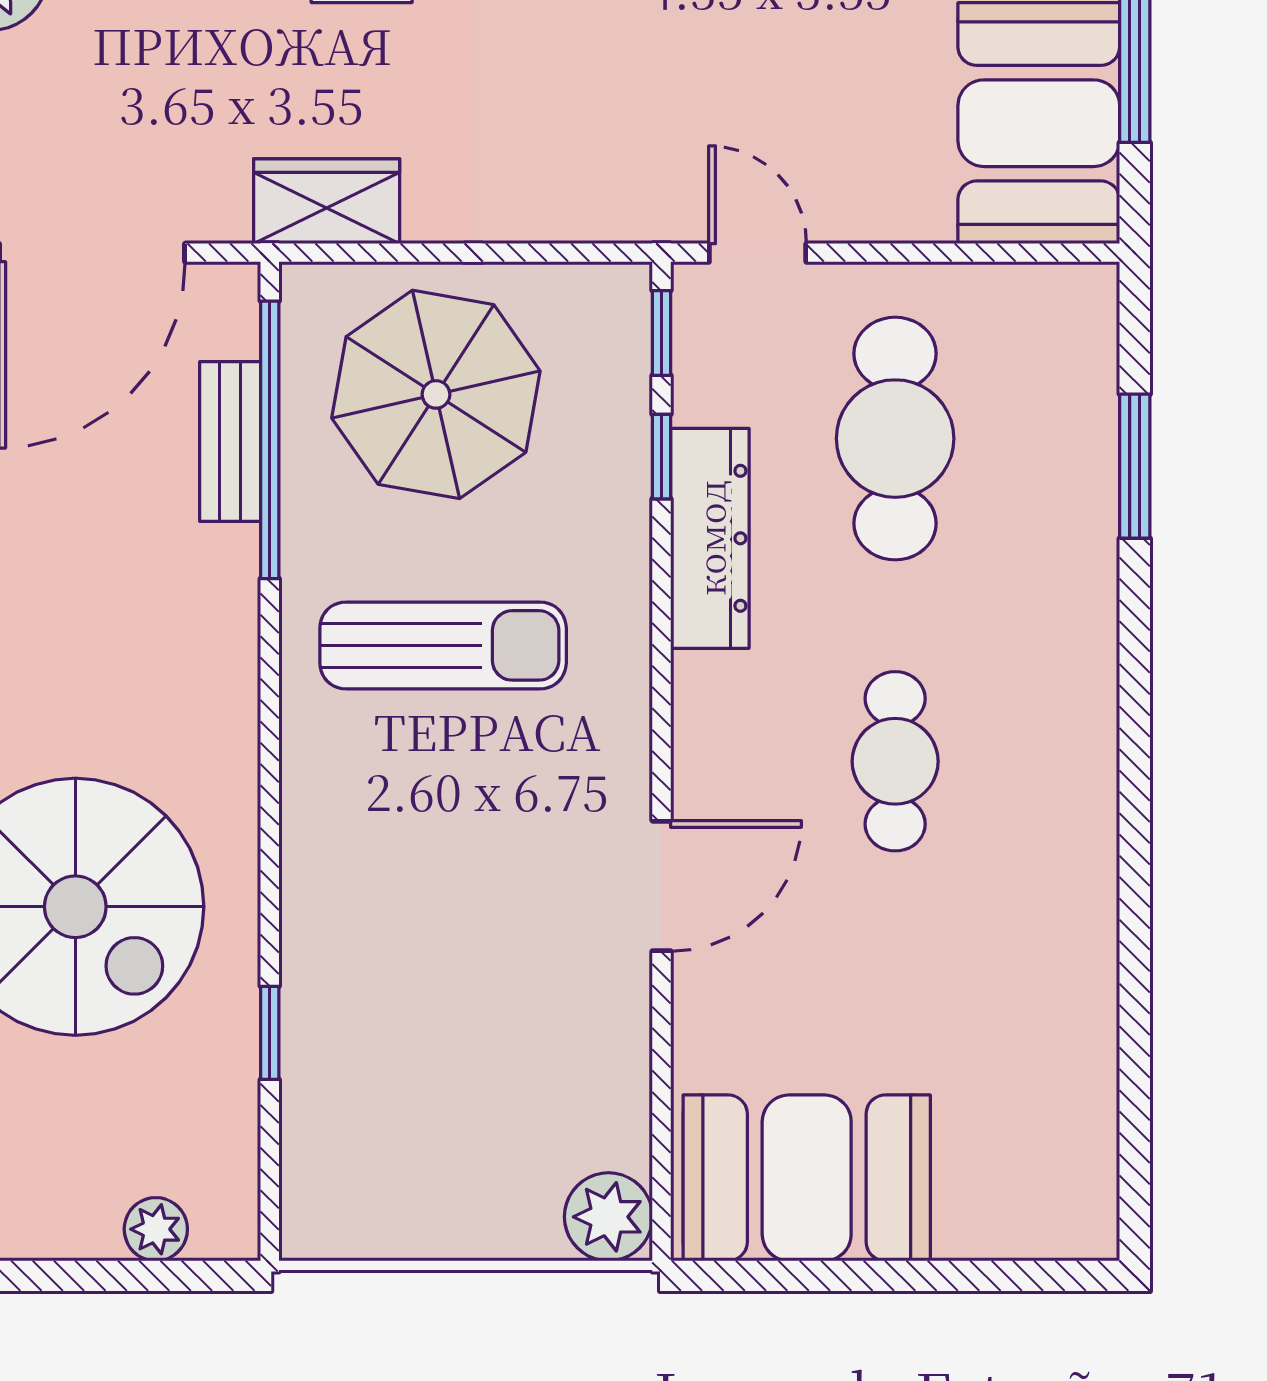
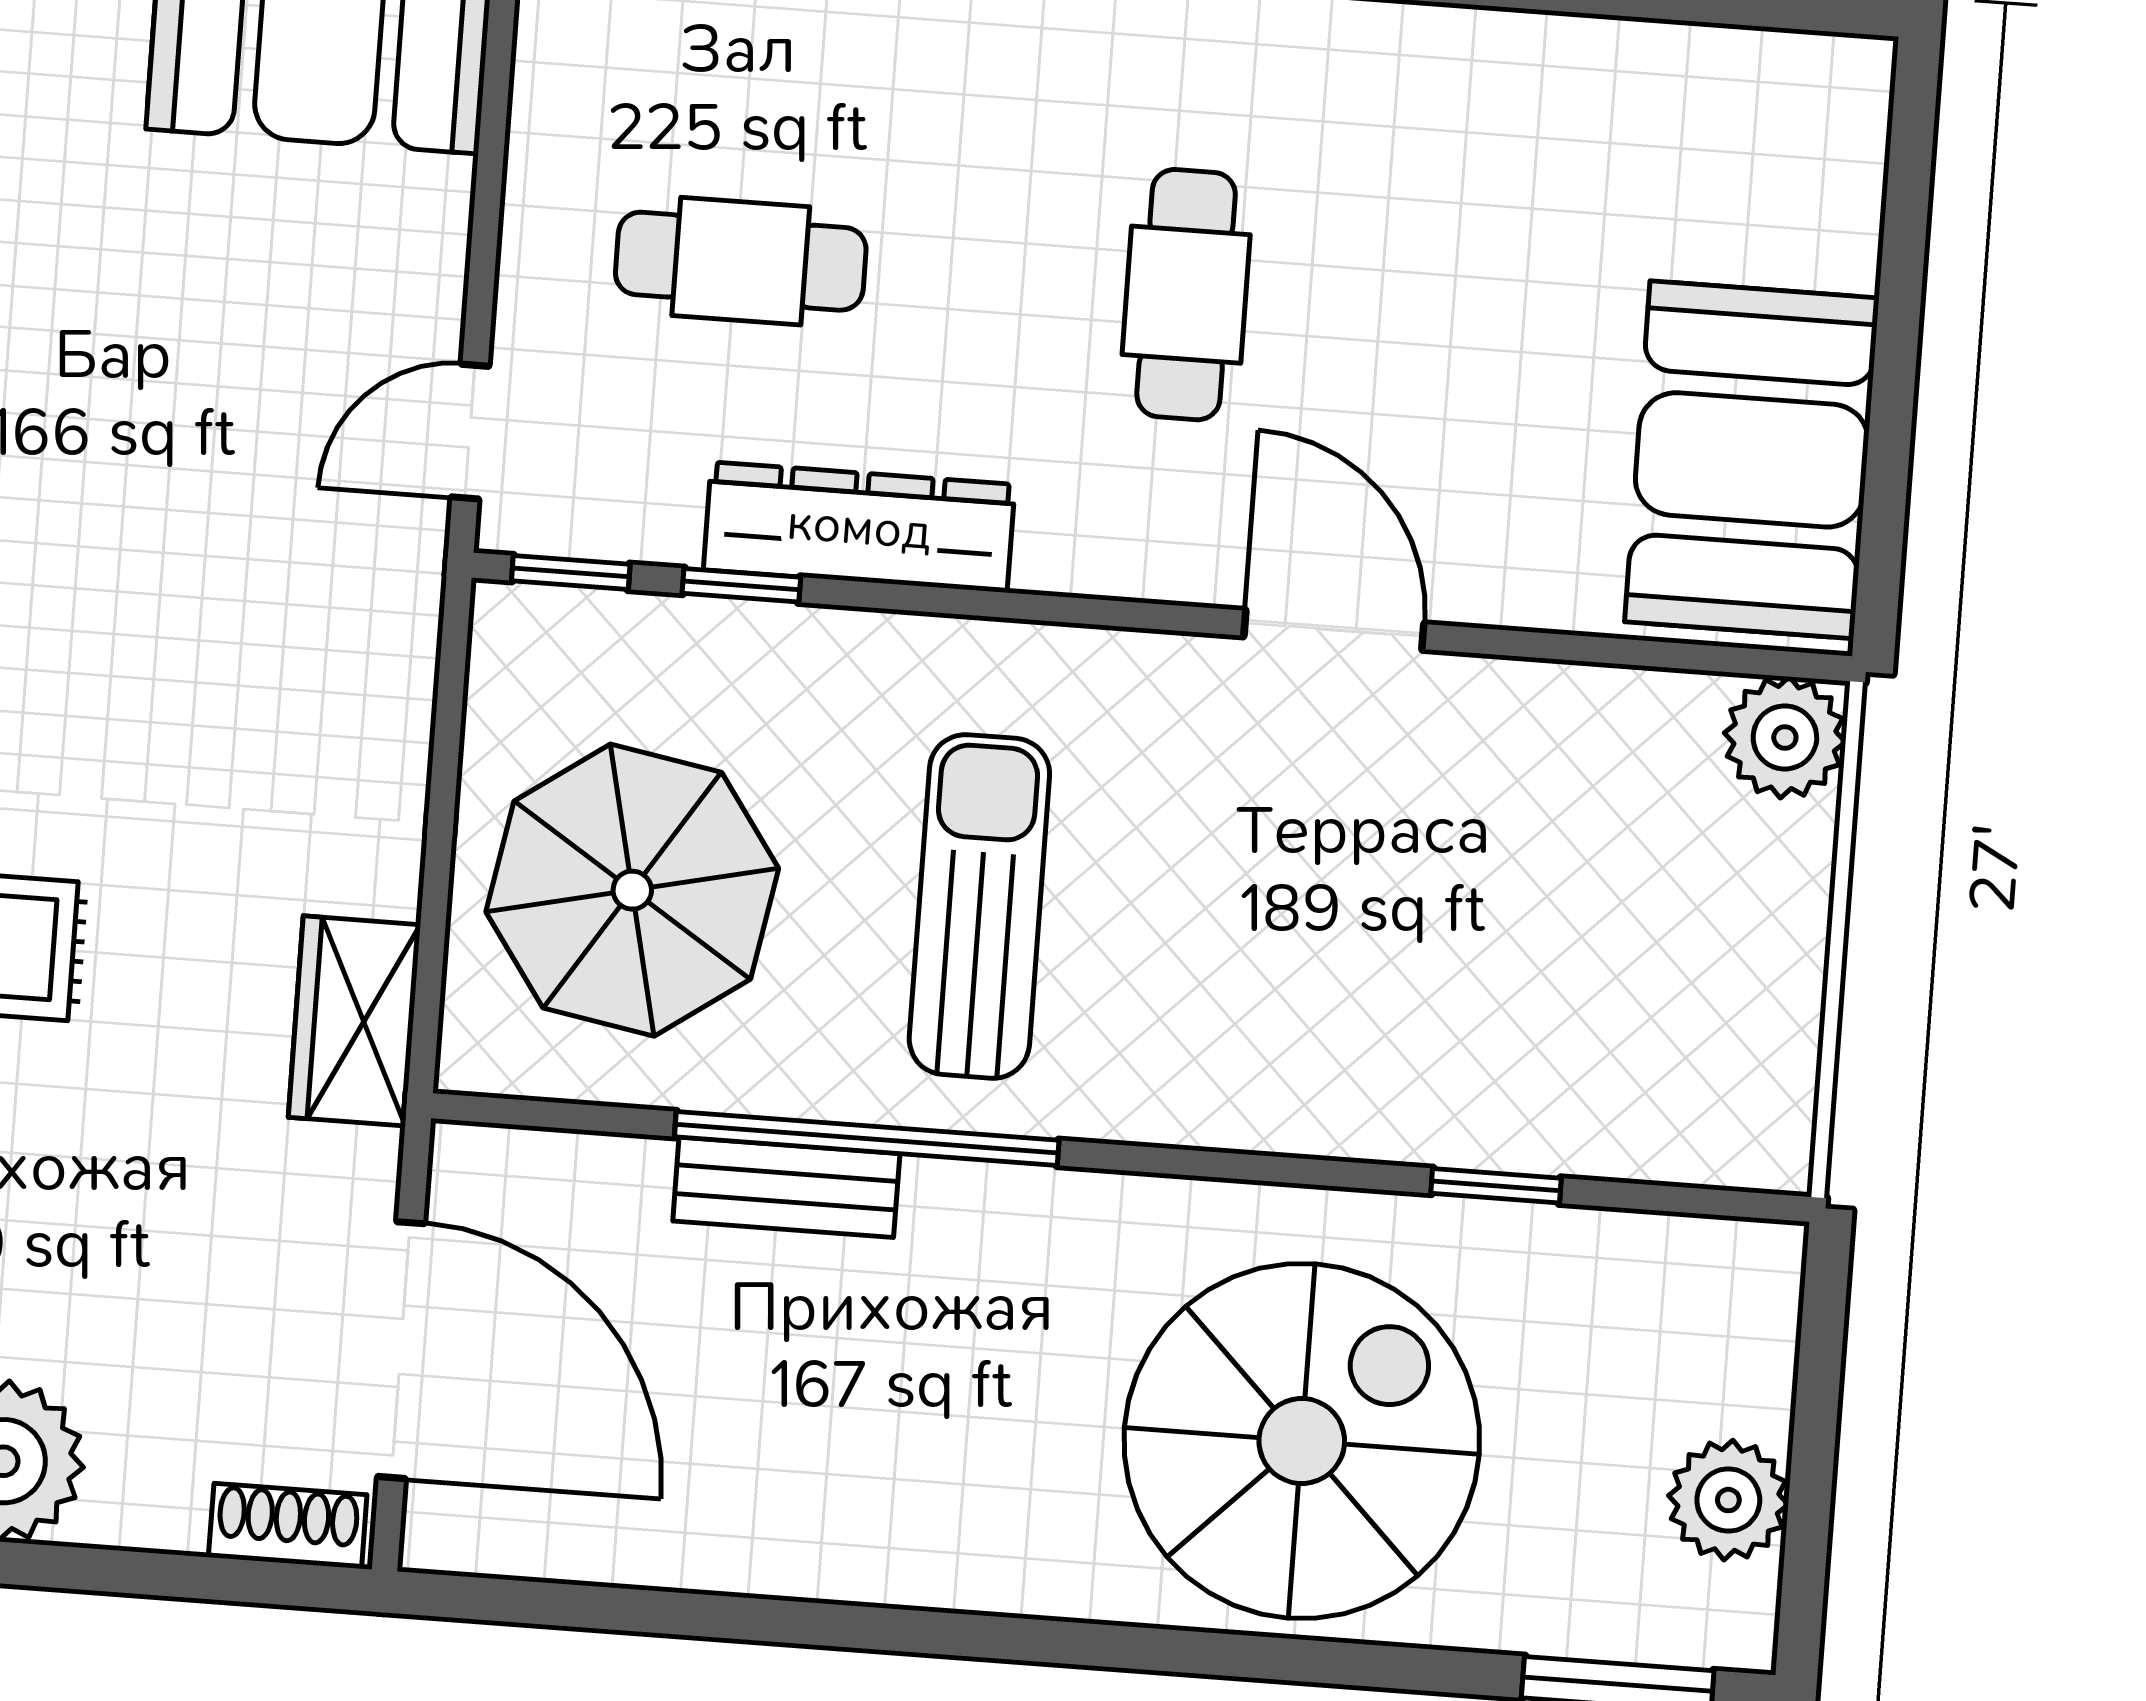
cafe table: (895, 439) -> (741, 261), width x0.73, depth x0.74
window: (270, 440) -> (867, 1138), moved
bench: (230, 441) -> (786, 1187), moved
cafe table: (895, 761) -> (1186, 295), turned 90
plant: (156, 1229) -> (1728, 1500), moved, width x1.38, depth x1.38

